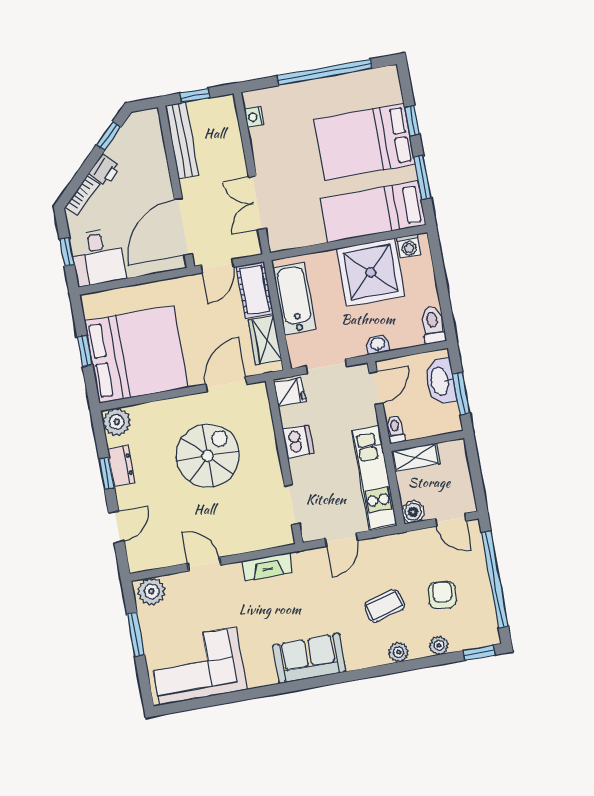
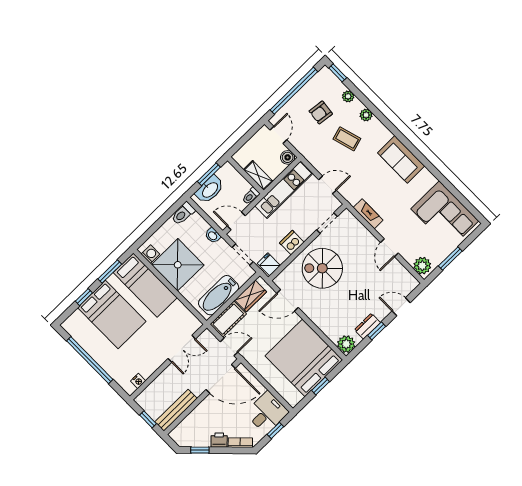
spiral stairs: (208, 456) -> (322, 268), moved

